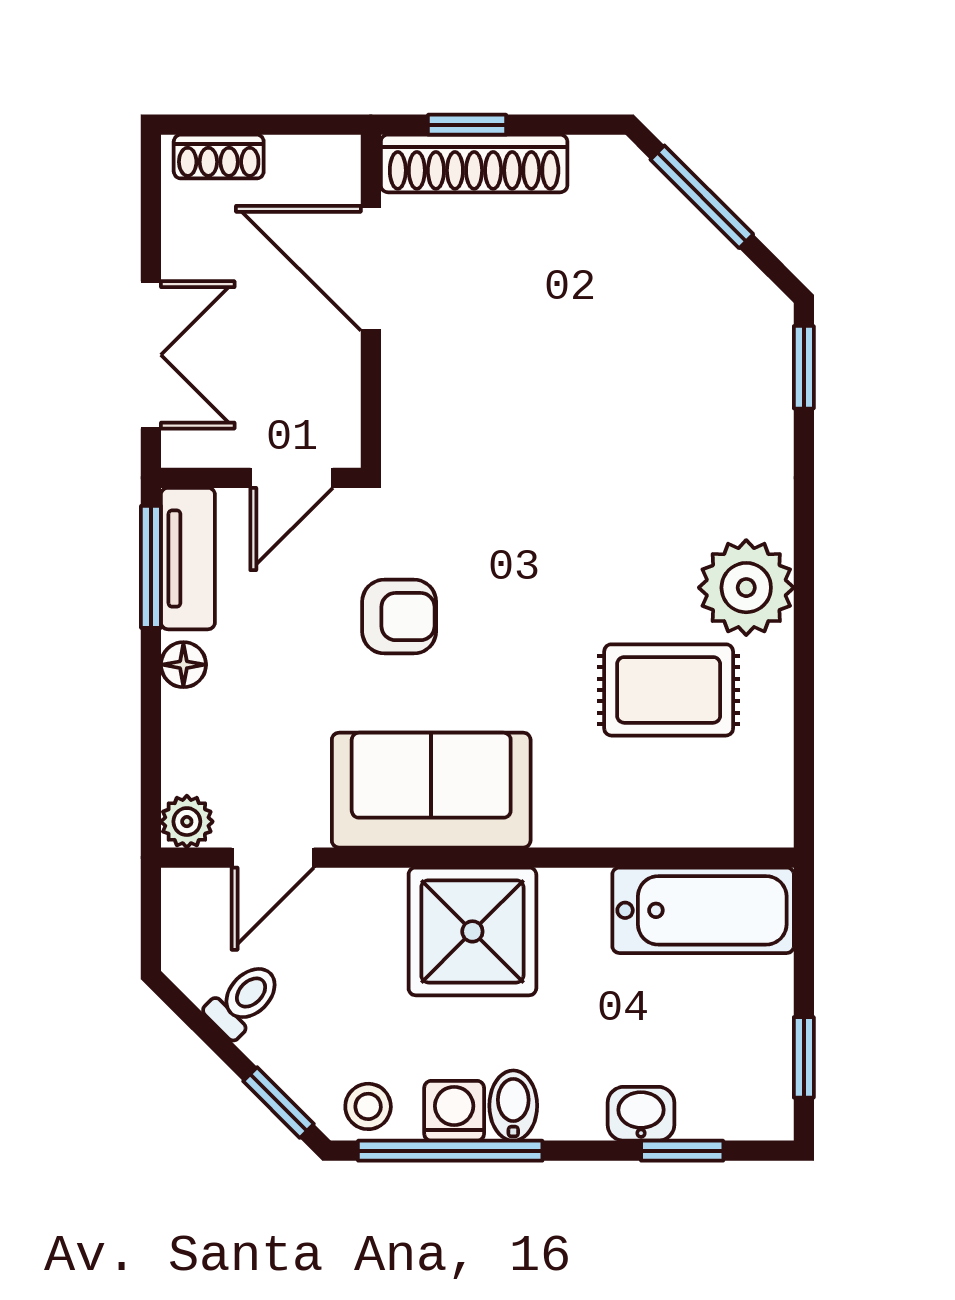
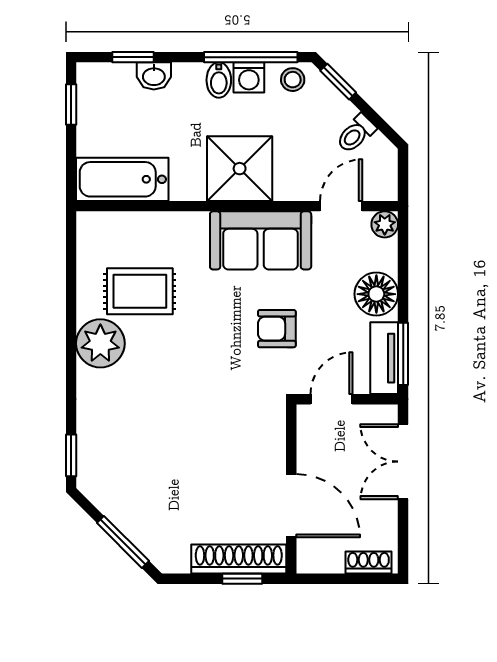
floor lamp: (183, 665) -> (376, 294), width x1.89, depth x1.89

